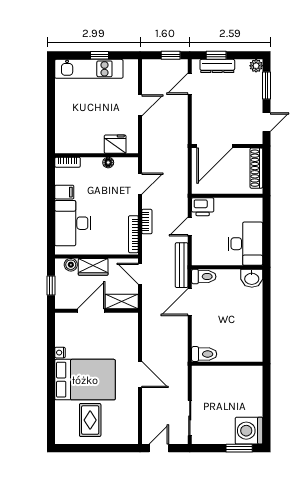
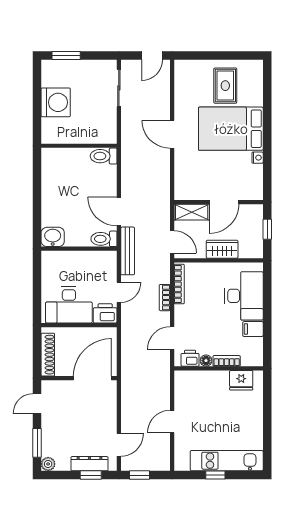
fridge: (115, 144) -> (241, 380), moved
bookcase: (68, 162) -> (227, 361), moved
printer: (123, 165) -> (190, 358), added
desk: (245, 244) -> (69, 305), moved, turned -90
boiler: (71, 265) -> (246, 251), removed
door: (190, 302) -> (119, 212), swing flipped
washing machine: (249, 431) -> (56, 102), moved

